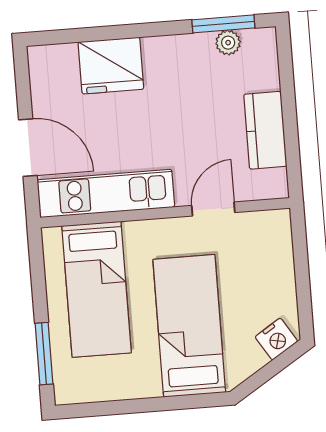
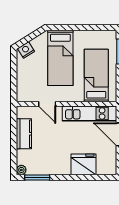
plant: (228, 43) -> (21, 170), moved
door: (213, 209) -> (47, 104), hinge flipped

